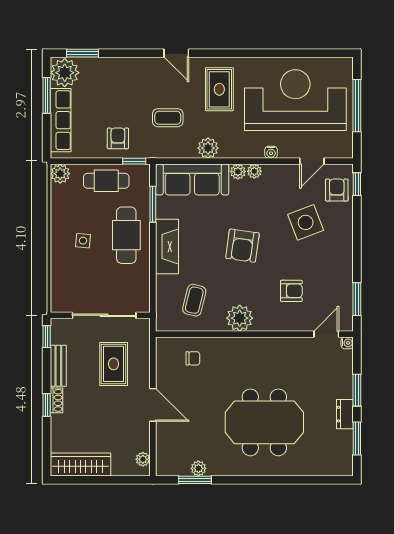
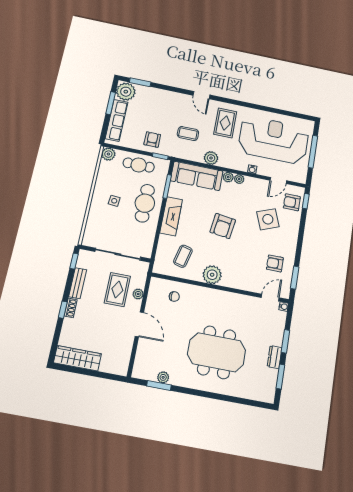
armchair: (337, 190) -> (292, 202), turned -90
armchair: (291, 291) -> (275, 263), moved, turned 180
plant: (143, 459) -> (138, 294), moved

